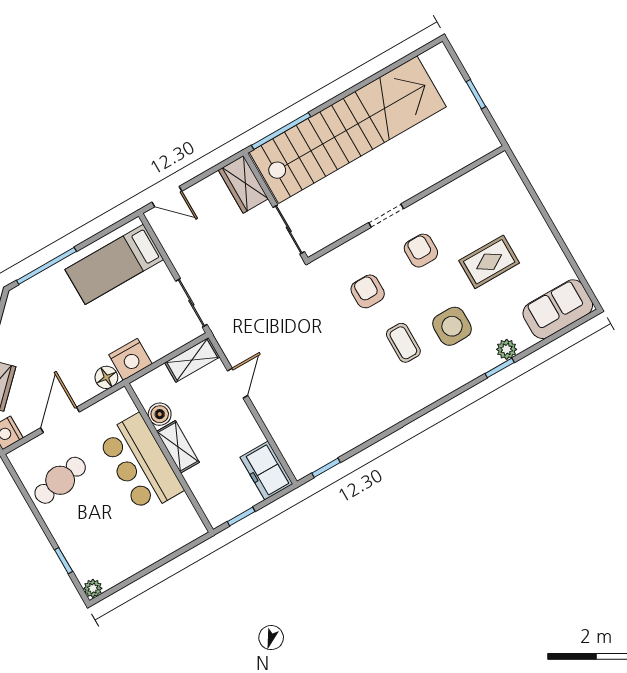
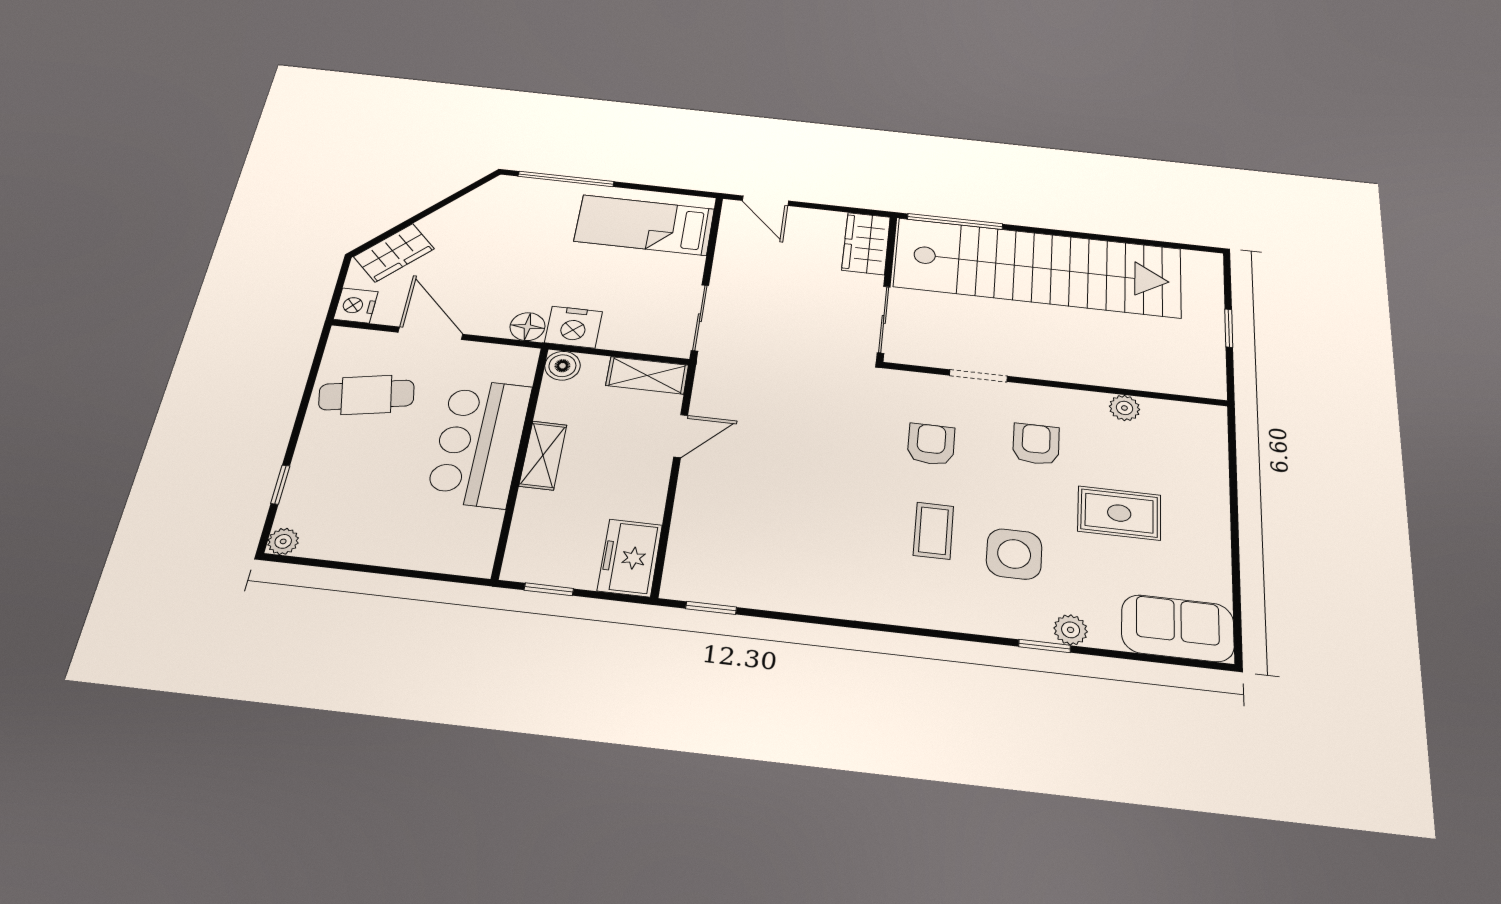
plant: (452, 192) -> (1124, 408), added
doorway: (386, 216) -> (979, 376), moved
boiler: (160, 414) -> (562, 366), moved
door: (60, 420) -> (430, 333), hinge flipped

